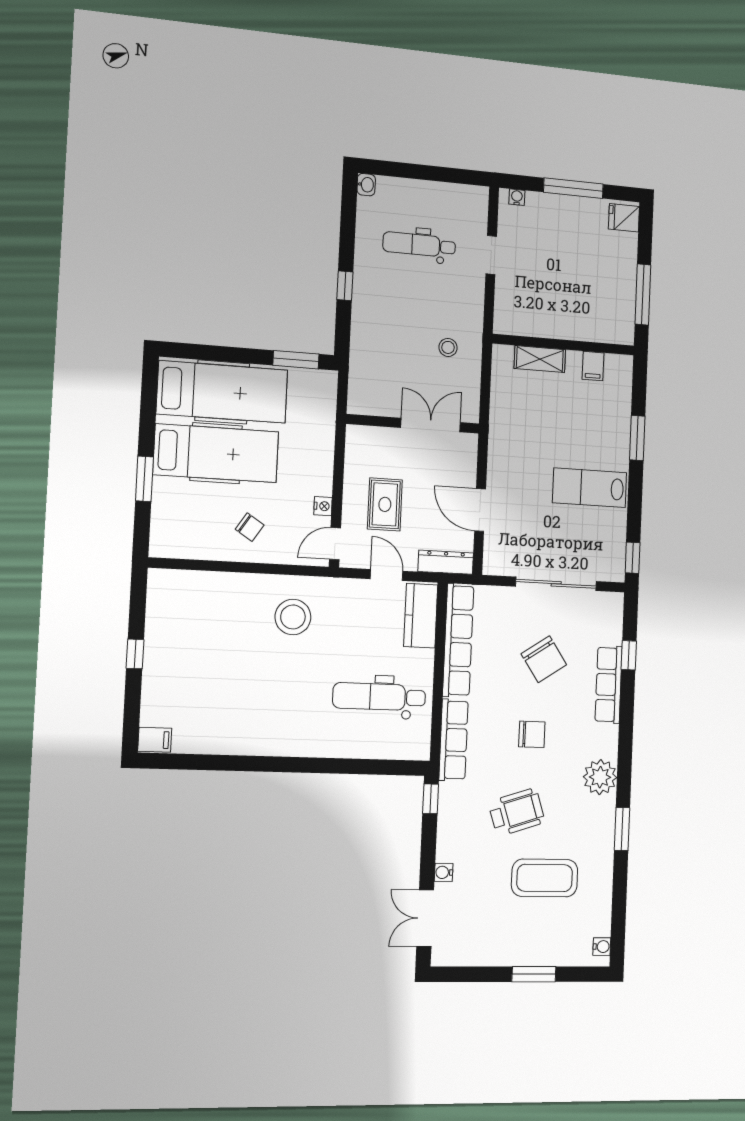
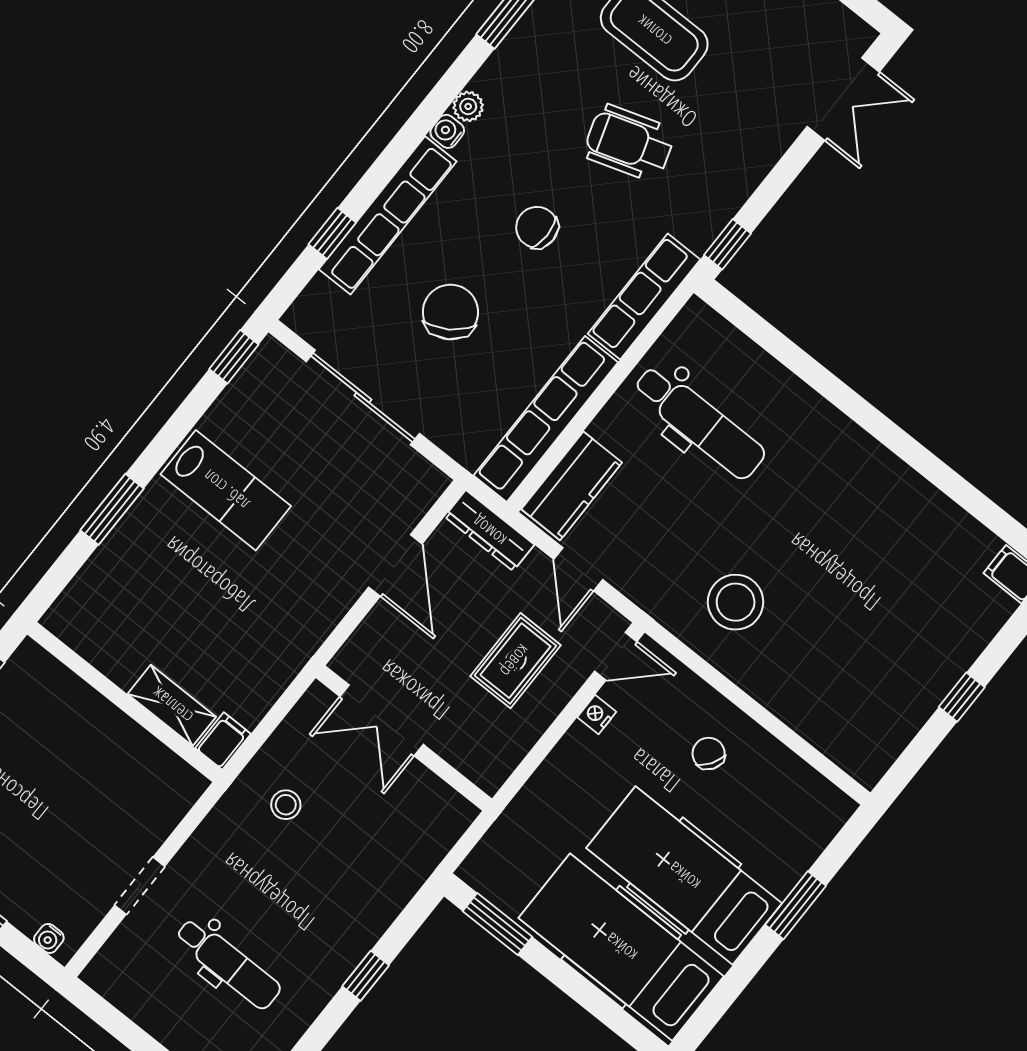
filing cabinet: (593, 366) -> (223, 741), moved
row of seats: (609, 685) -> (388, 215), width x1.36
plant: (600, 777) -> (468, 106), width x0.53, depth x0.53
water cooler: (444, 872) -> (447, 131), moved, turned 180

